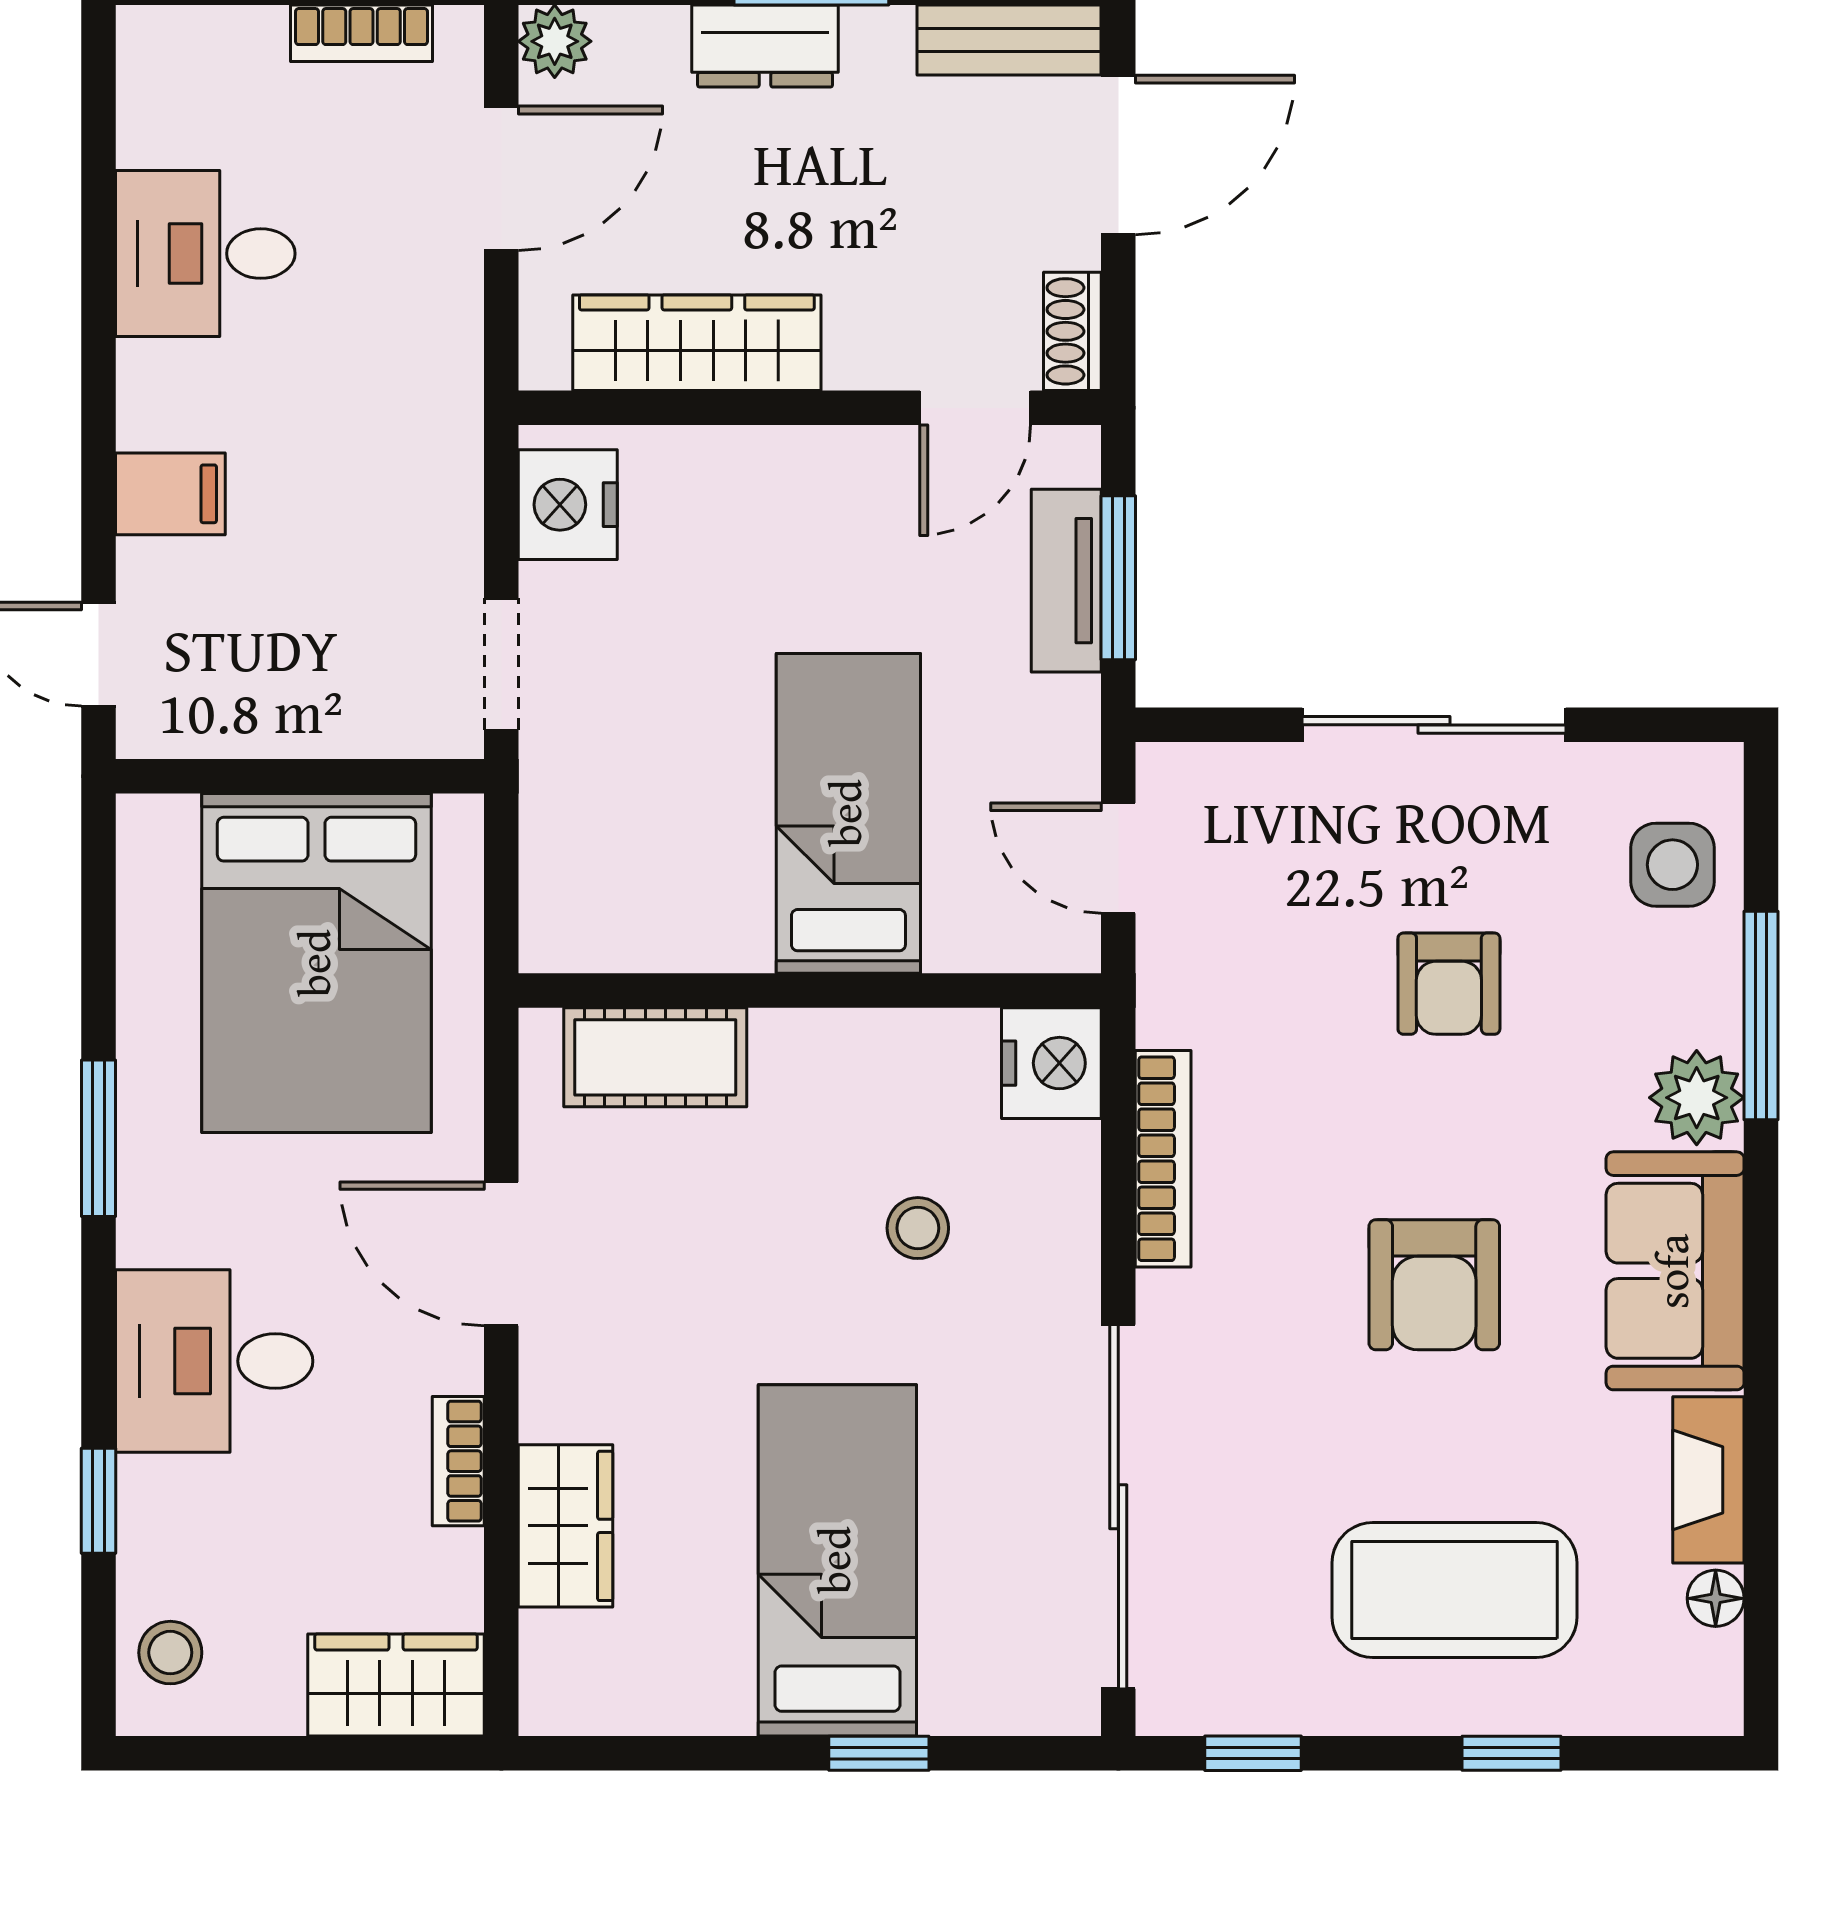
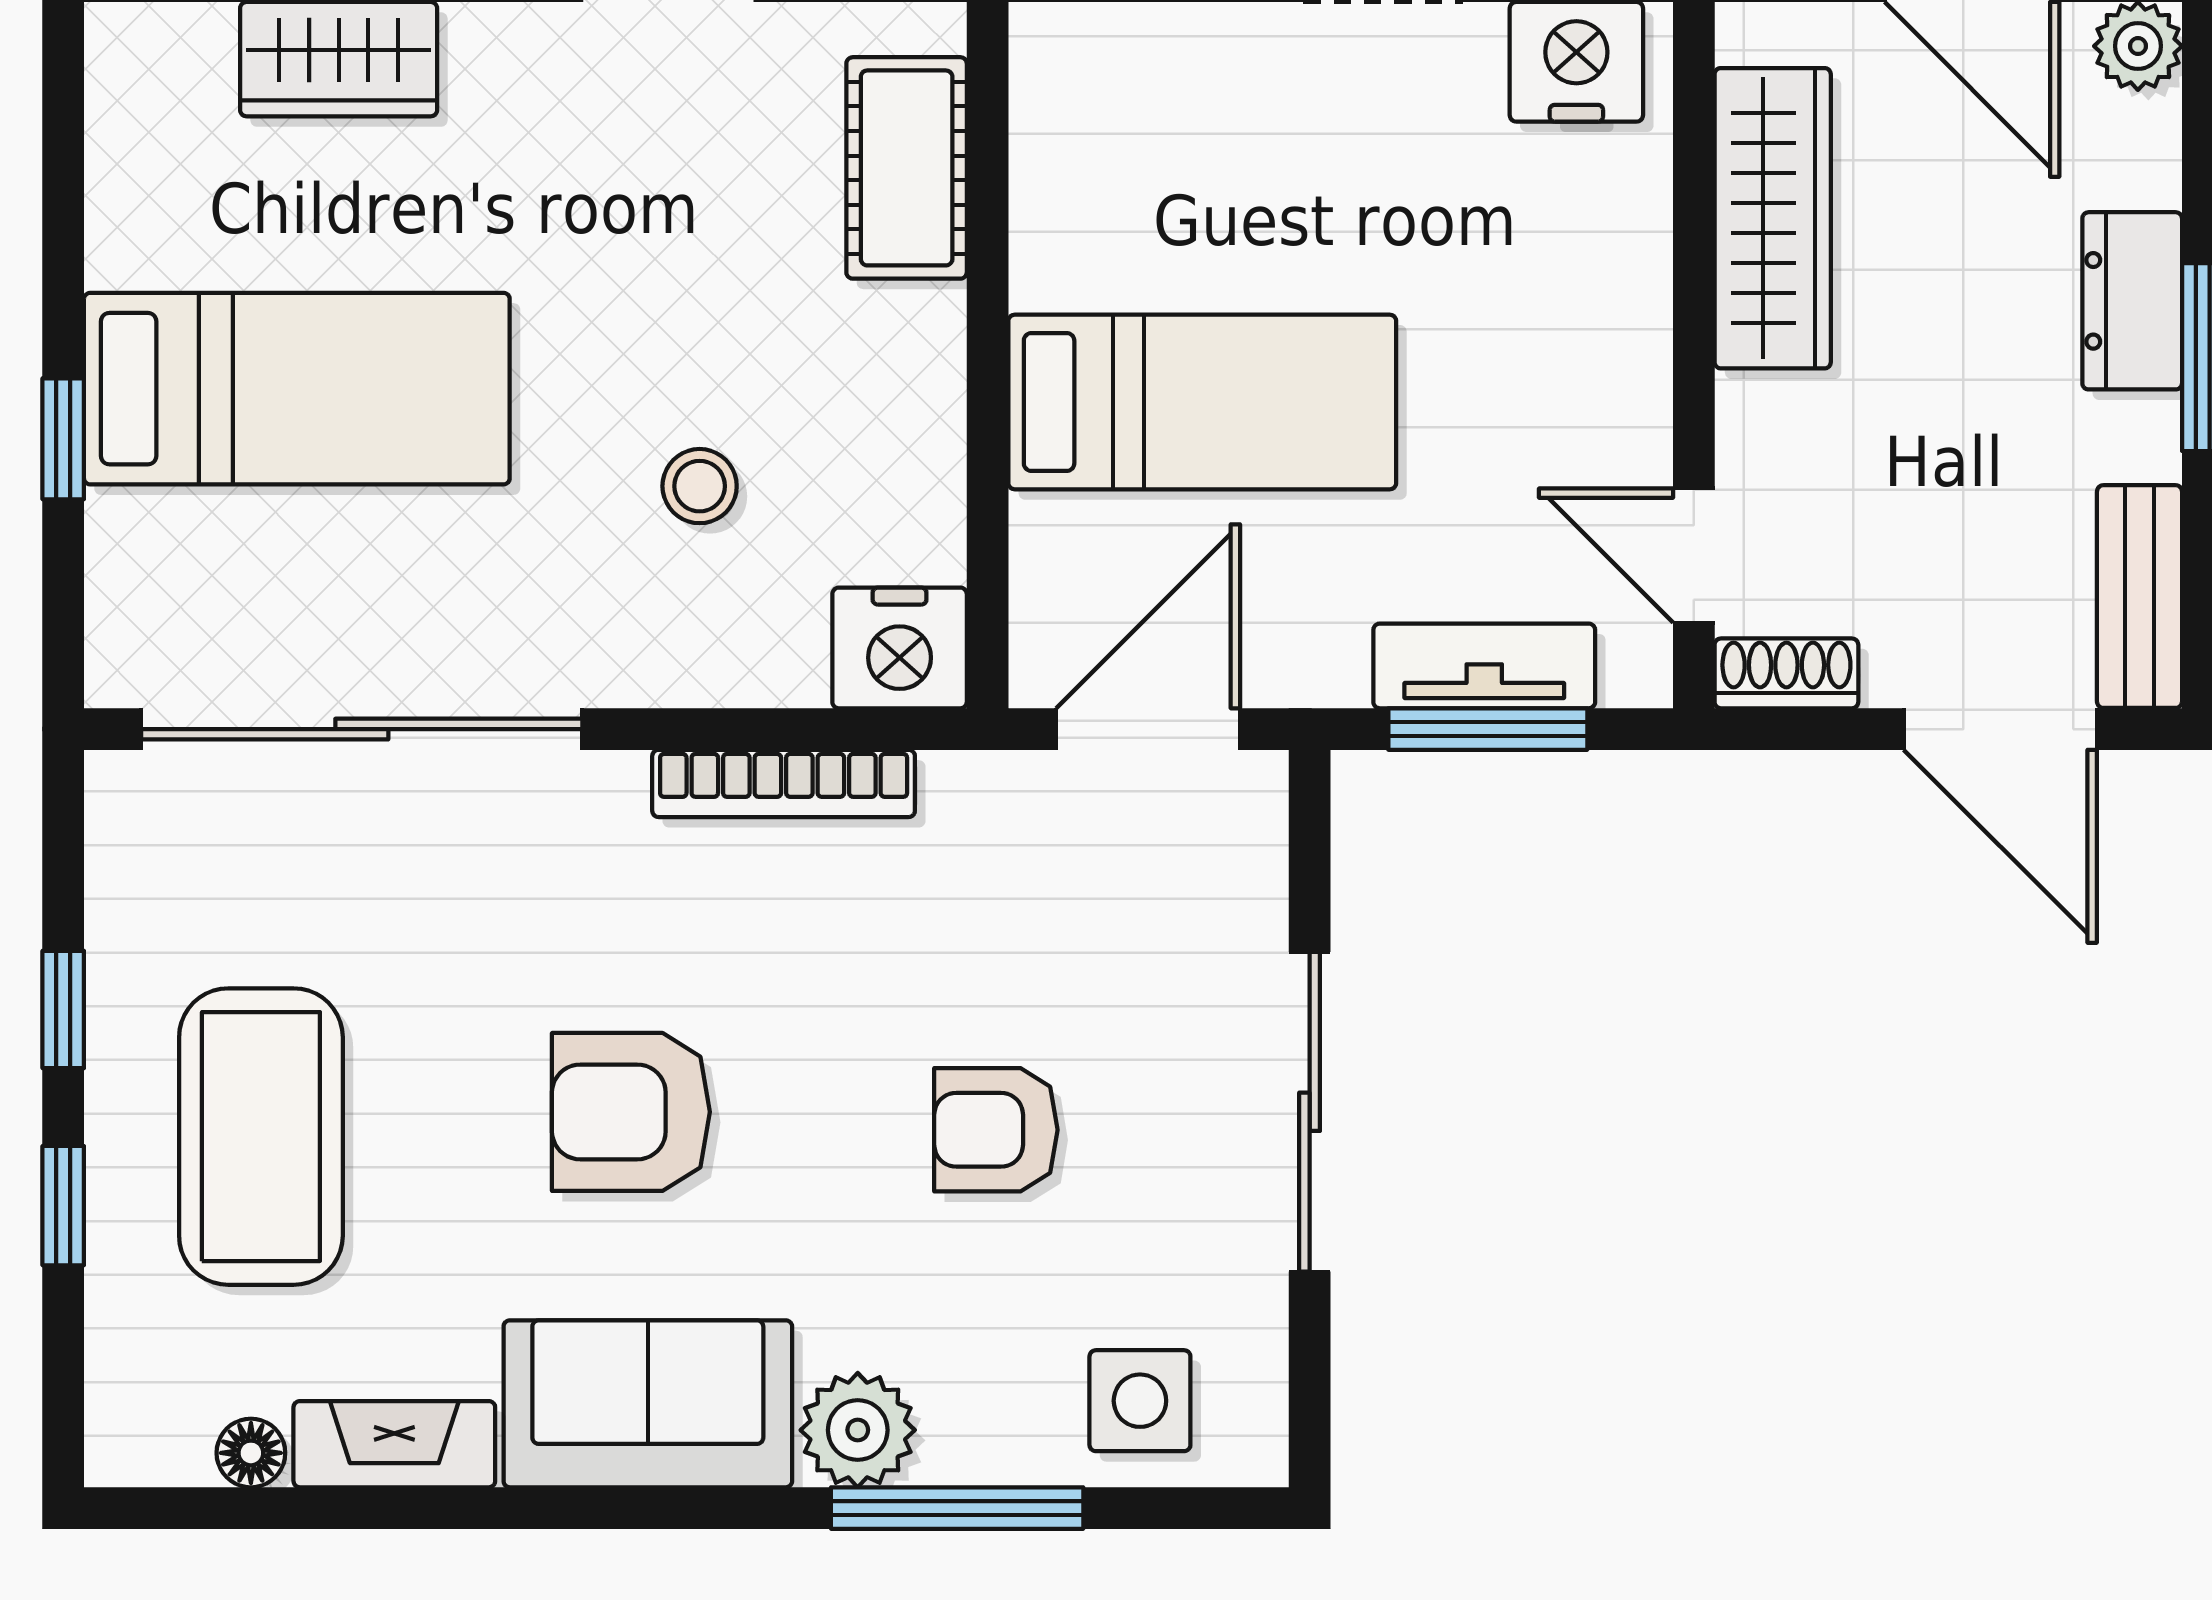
door: (1118, 858) -> (1148, 729), width x1.38
window: (1253, 1753) -> (63, 1010), moved

